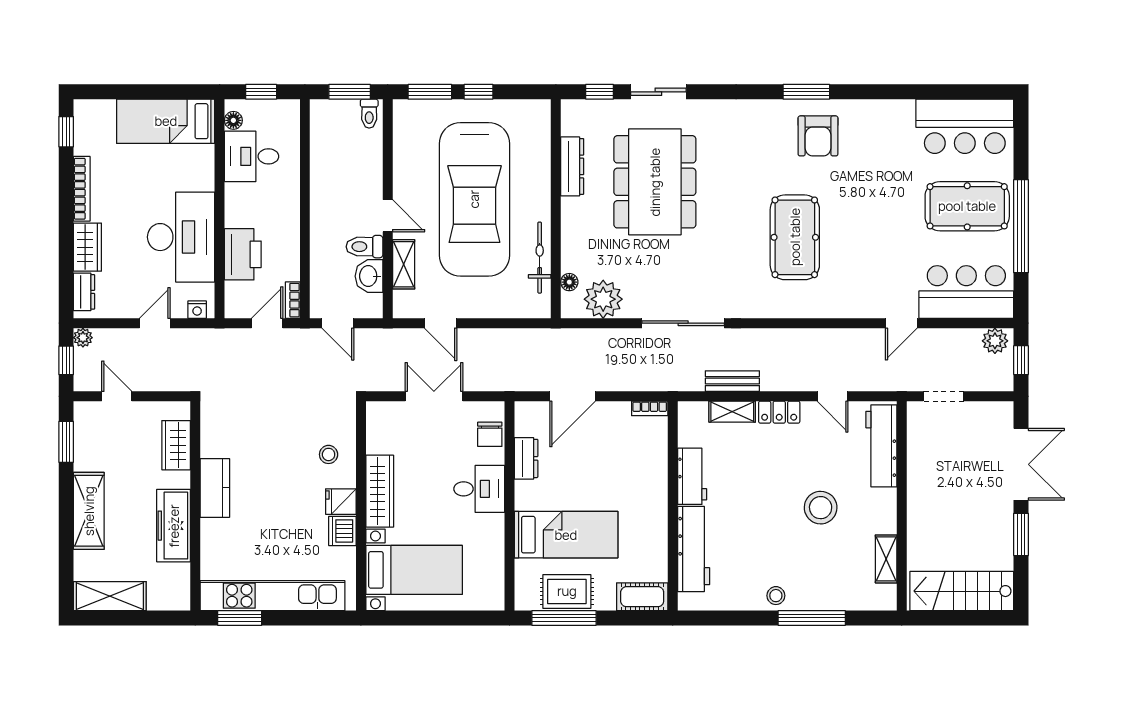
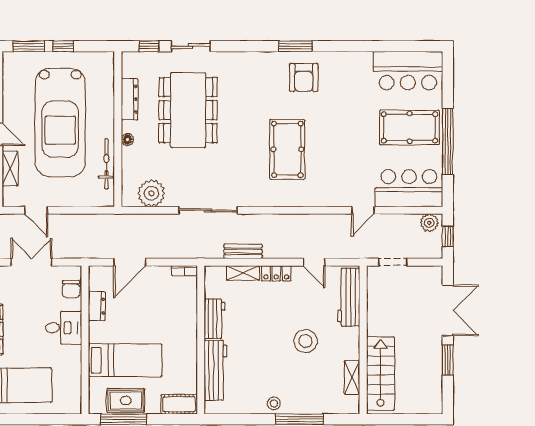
floor lamp: (569, 282) -> (127, 140), moved
stairs: (962, 591) -> (380, 373), moved, turned 90

